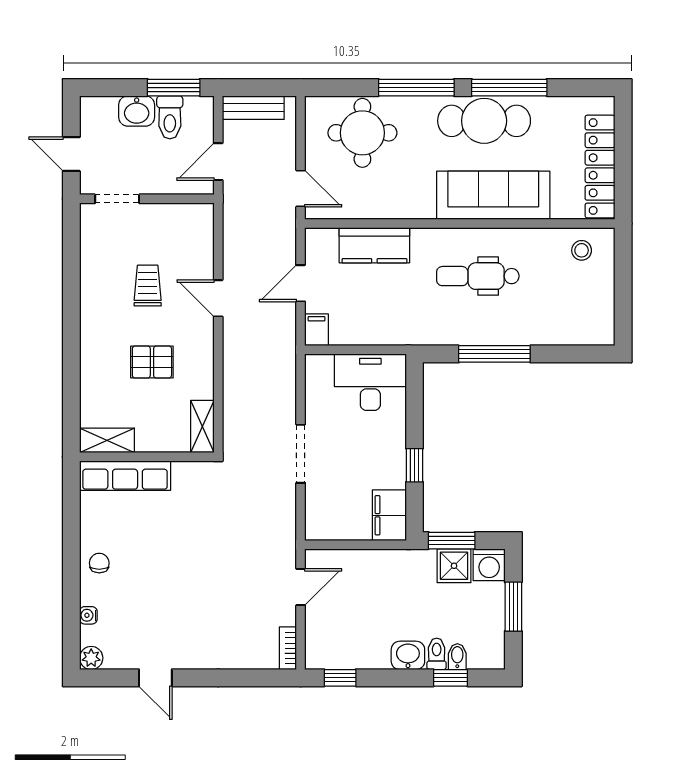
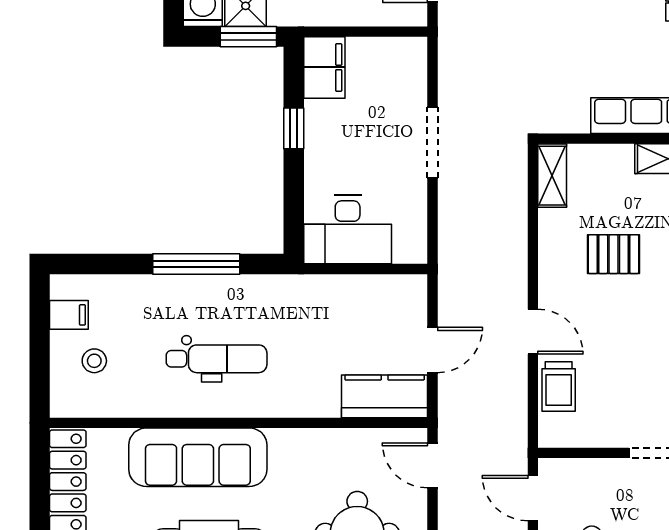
door: (218, 162) -> (533, 498), swing flipped
kitchen counter: (374, 245) -> (385, 396), moved
stool: (582, 250) -> (94, 361), moved
trolley: (148, 286) -> (559, 387), moved
filing cabinet: (317, 330) -> (69, 315), moved, turned -90

